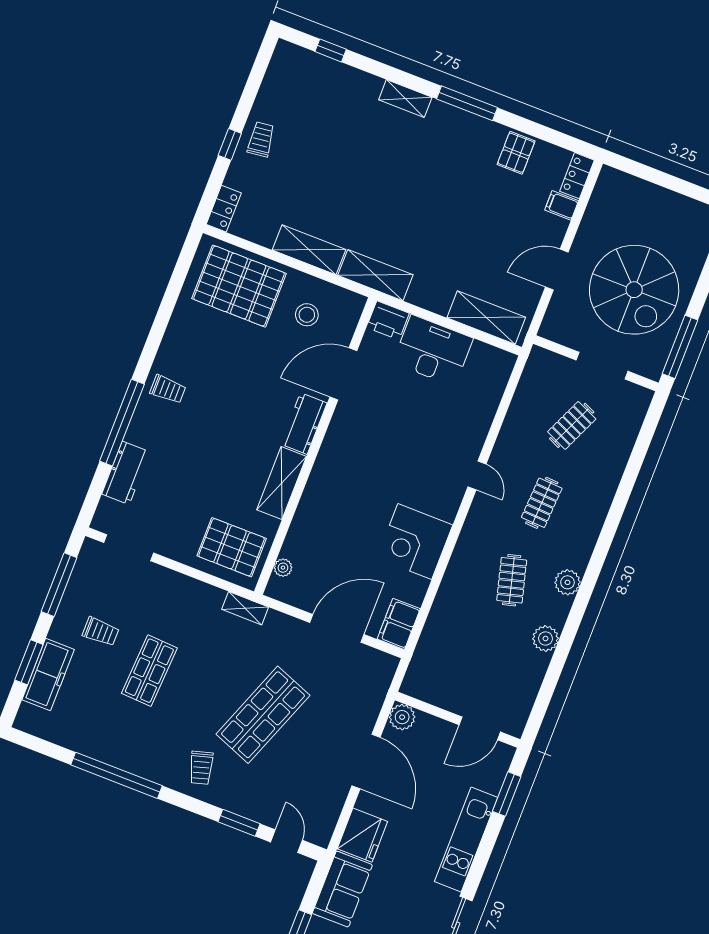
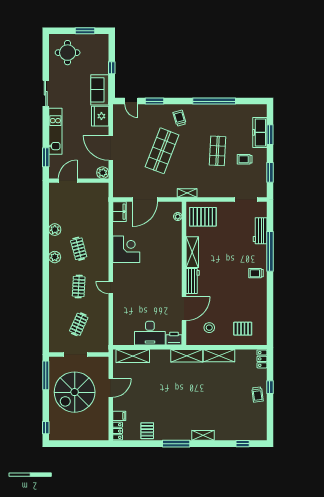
pallet: (239, 286) -> (243, 329), width x0.49, depth x0.50
spiral stairs: (634, 290) -> (75, 392), turned -90
window: (59, 585) -> (270, 172), width x0.69

